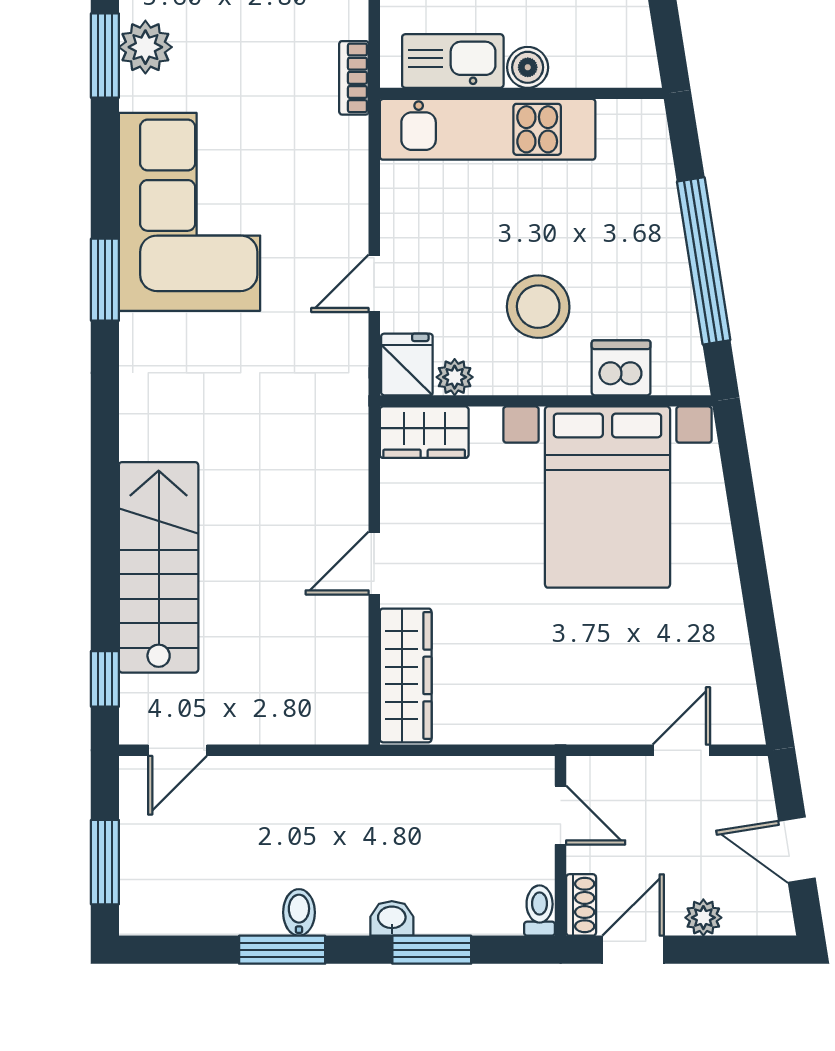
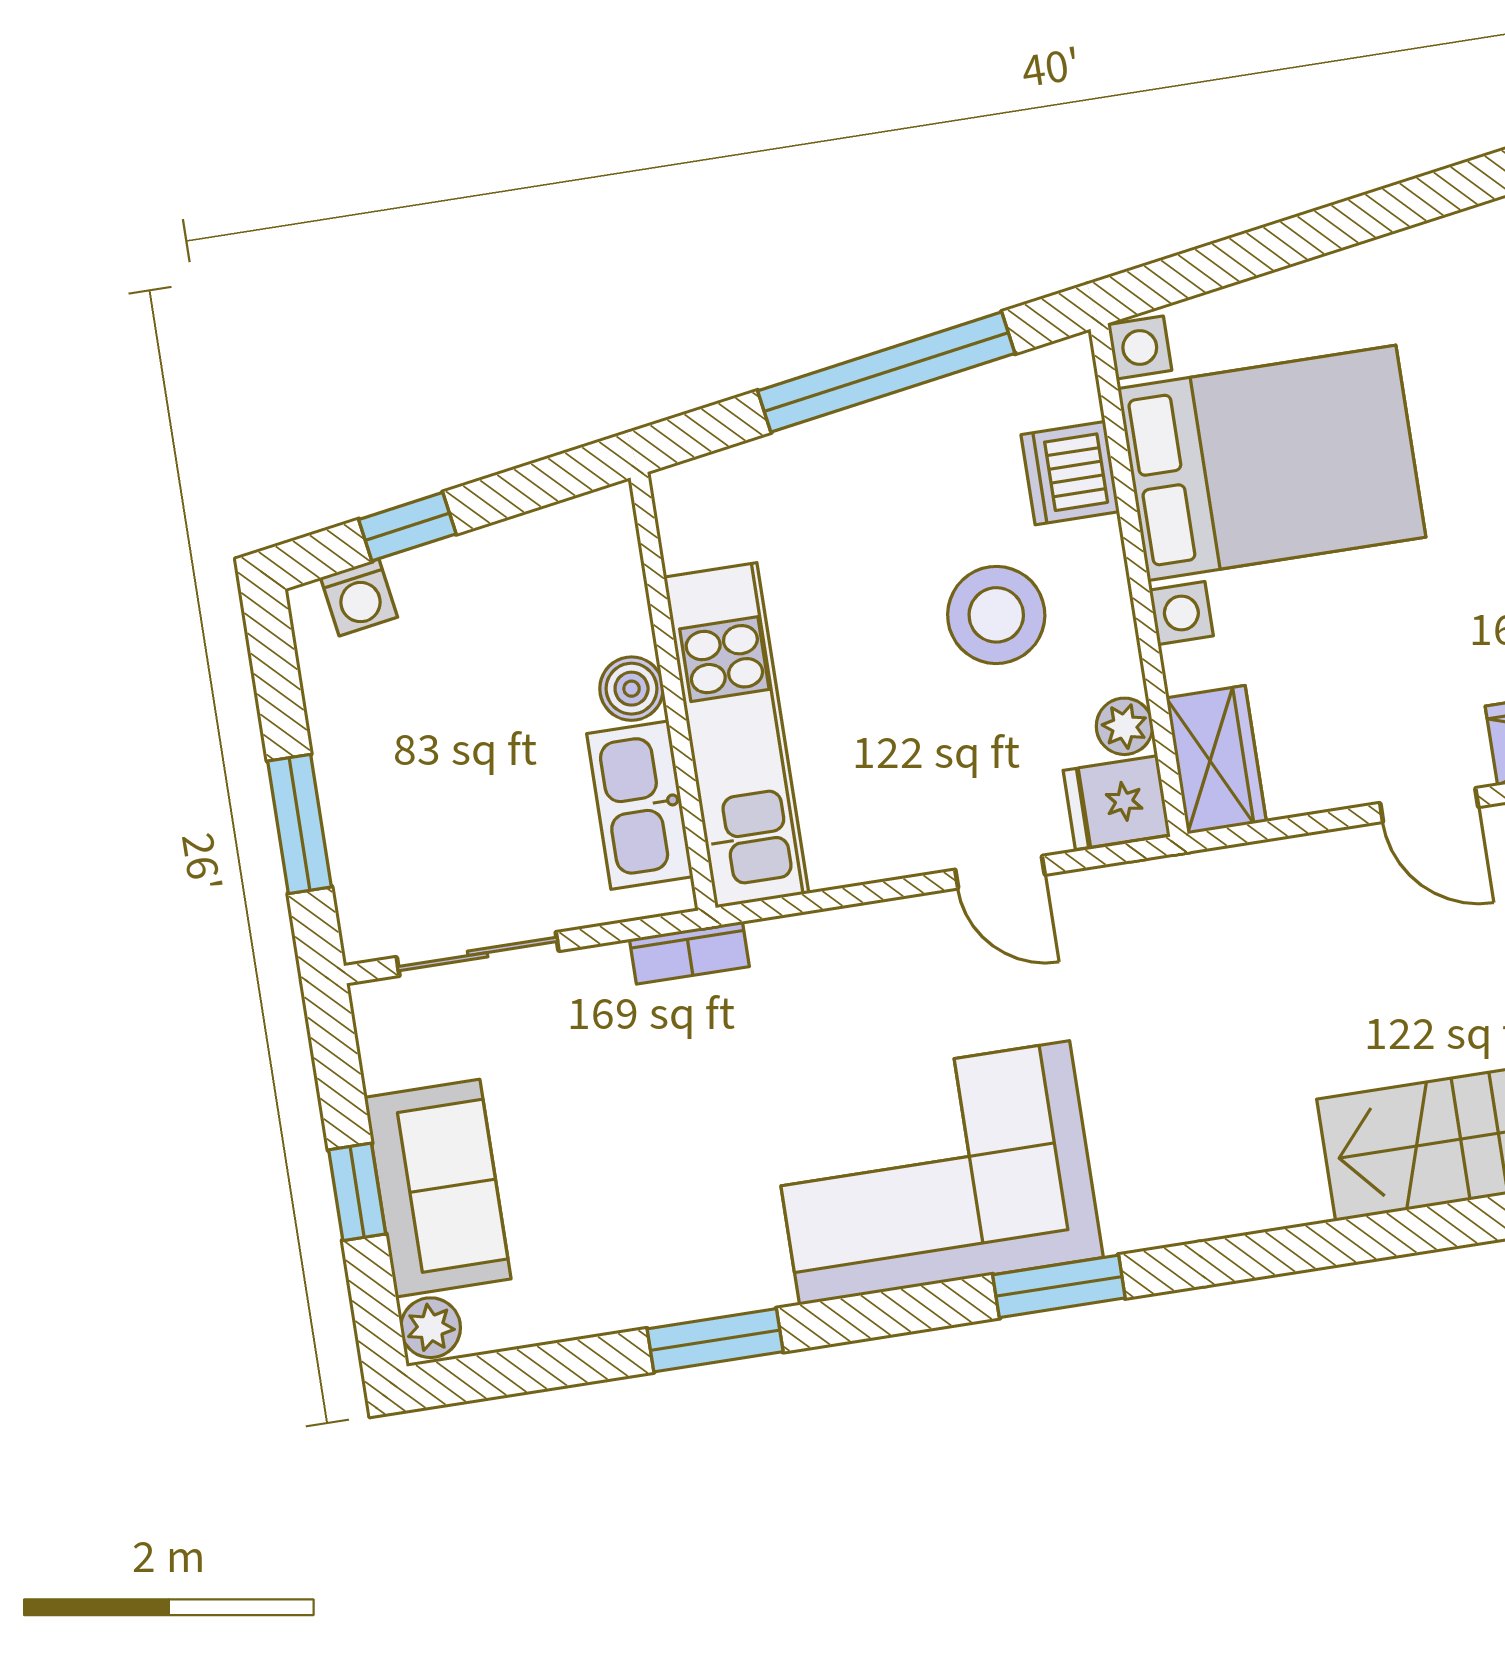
plant: (145, 47) -> (692, 1280), removed

